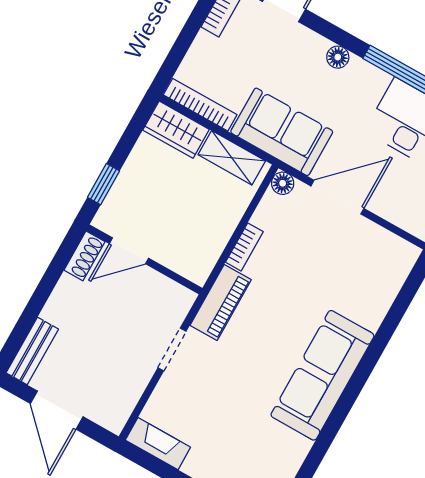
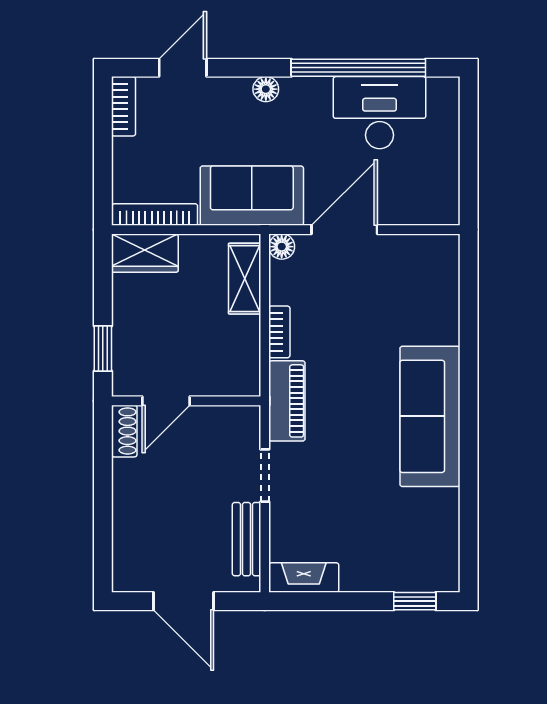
shelving: (232, 158) -> (245, 279), moved, turned 90
bench: (32, 351) -> (247, 539), moved

